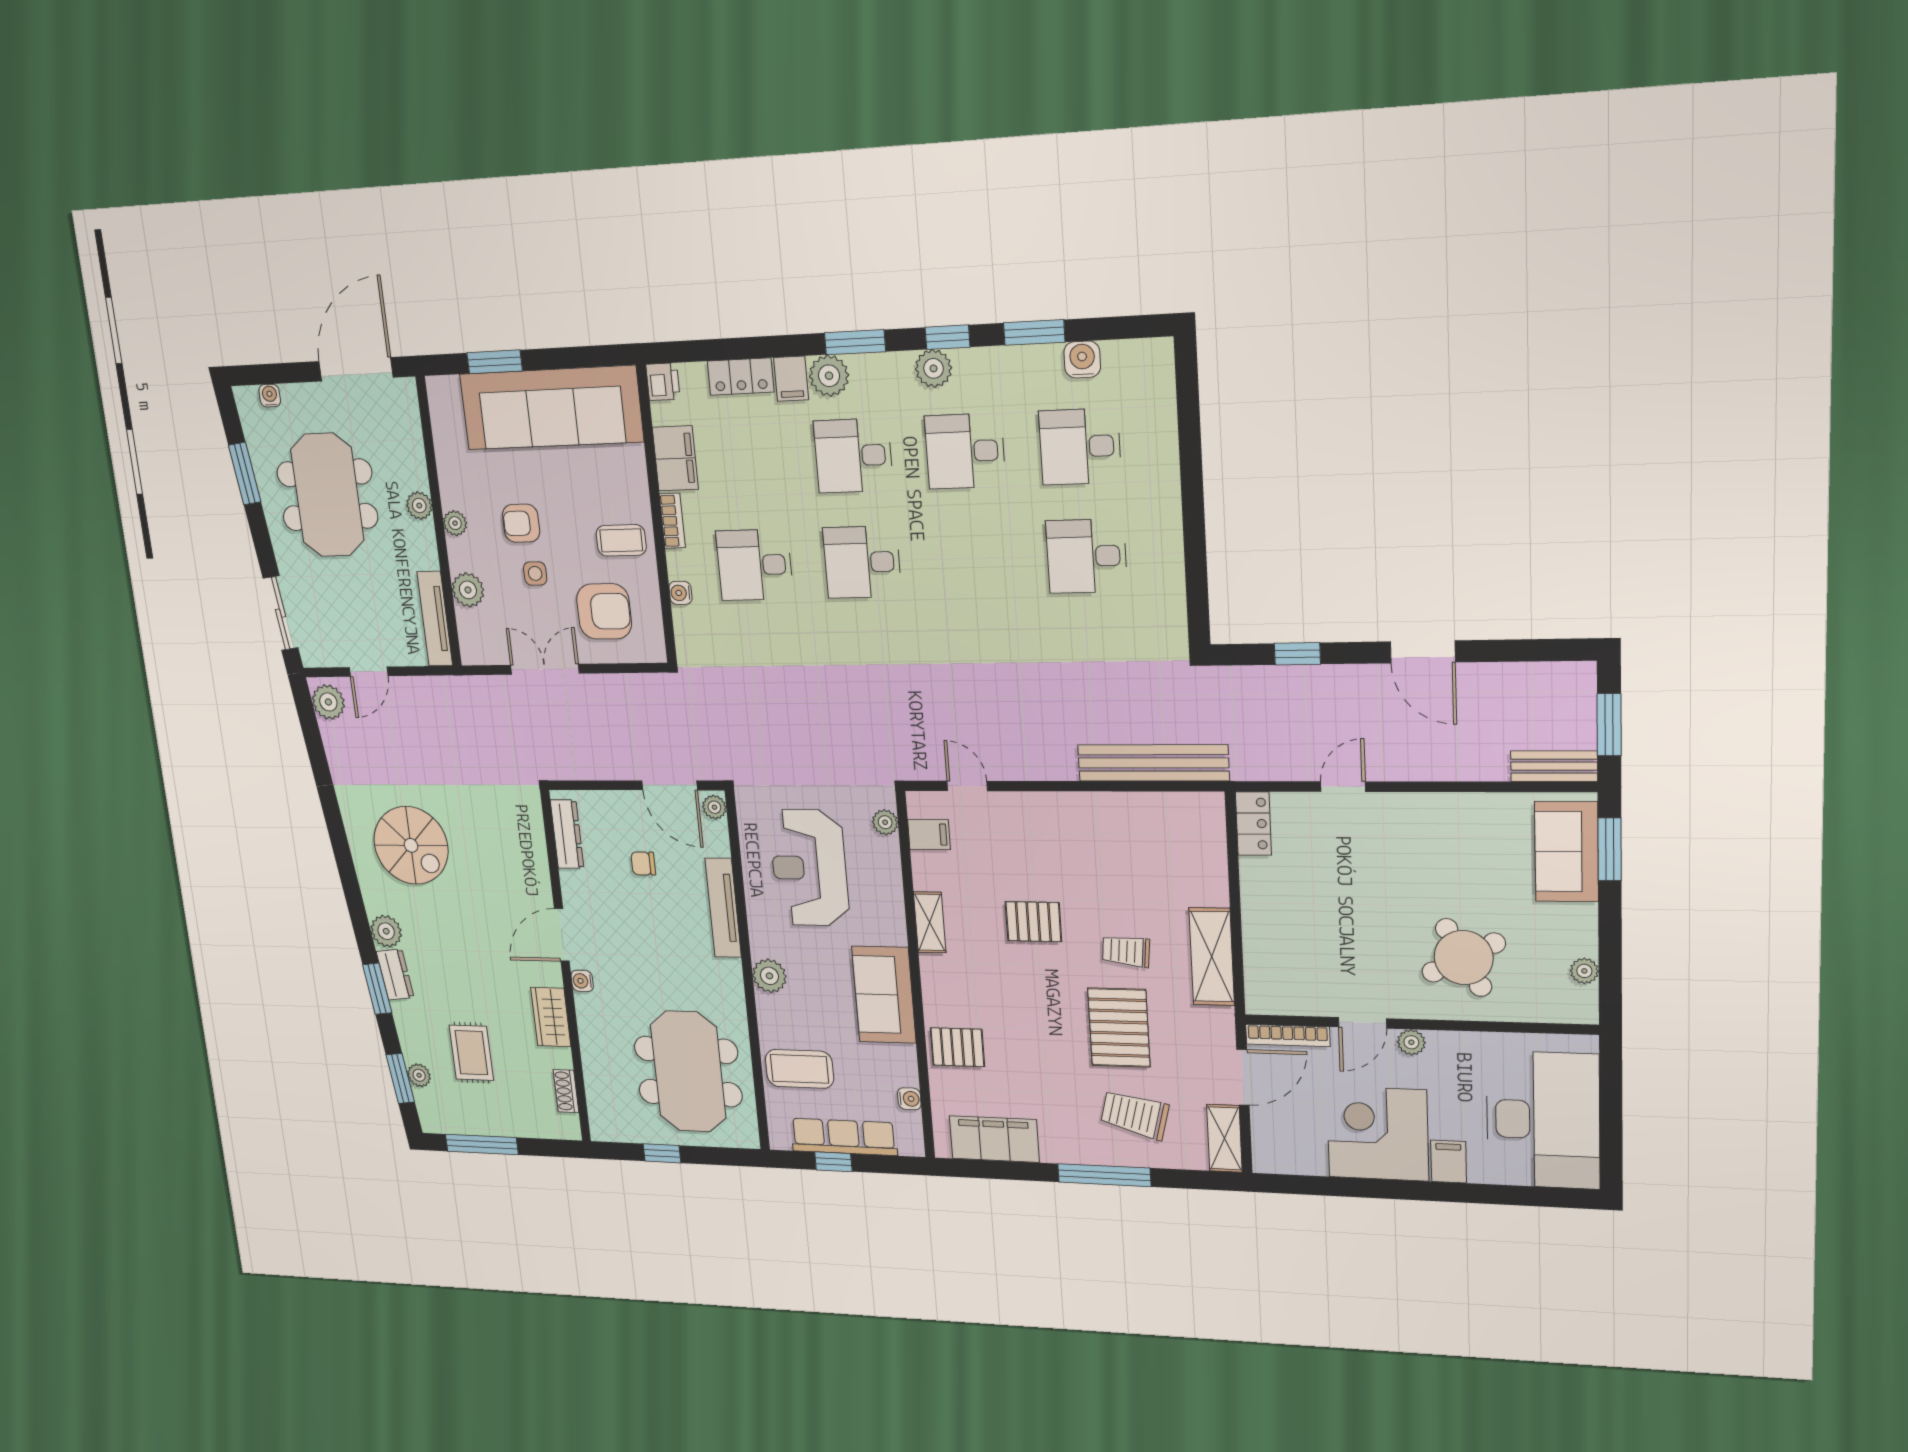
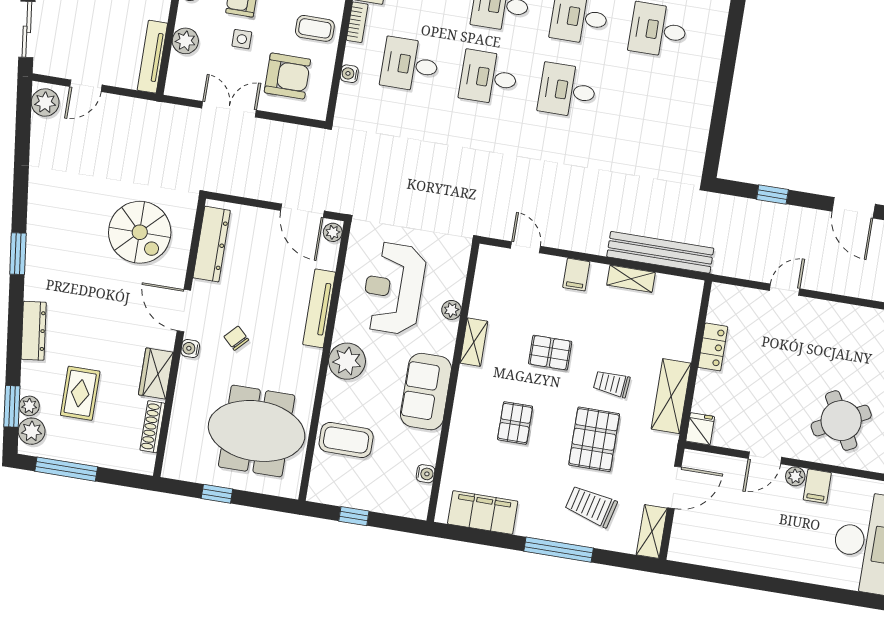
desk: (1087, 556) -> (567, 90), moved
shelving: (1121, 806) -> (631, 279), added
plant: (885, 822) -> (451, 310), moved
locker: (1253, 824) -> (713, 347), moved
dresser: (567, 834) -> (212, 244), width x1.37, depth x1.24
filing cabinet: (929, 834) -> (576, 275), moved, turned 90
spiral stairs: (411, 845) -> (140, 232), moved
chair: (643, 863) -> (236, 338), moved, turned 44
plant: (386, 931) -> (32, 431), moved
door: (562, 935) -> (184, 311), hinge flipped
dresser: (395, 975) -> (34, 331), width x1.44
plant: (769, 976) -> (347, 361), width x1.36, depth x1.36
window: (377, 989) -> (18, 254), moved
fridge: (1262, 995) -> (700, 429), added
bookcase: (1288, 1035) -> (712, 461), removed
pallet: (957, 1047) -> (515, 423), moved, turned 90
meeting table: (688, 1072) -> (257, 431), turned 90
shoe rack: (566, 1091) -> (152, 427), width x1.43
corner desk: (1378, 1134) -> (760, 540), removed
row of seats: (844, 1137) -> (367, 497), removed
filing cabinet: (1449, 1162) -> (817, 486), moved, turned 180

